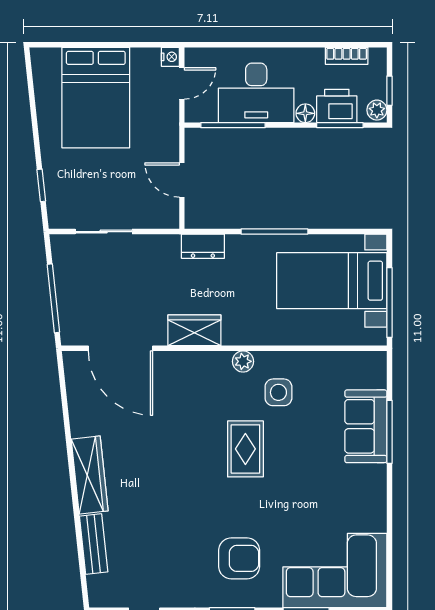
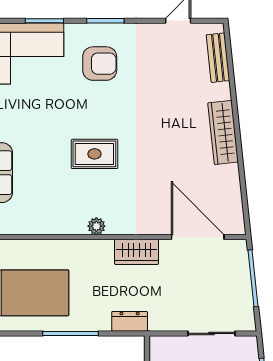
side table: (278, 392) -> (67, 201), removed
rug: (245, 449) -> (94, 154), turned 90
bench: (94, 544) -> (218, 58), moved
armchair: (239, 558) -> (100, 64), turned 180

